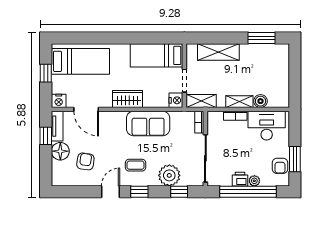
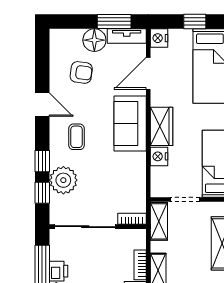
nightstand: (176, 100) -> (159, 156), moved, turned 90
sofa: (148, 123) -> (130, 124), moved
window: (46, 136) -> (114, 21), width x1.50
window: (139, 192) -> (42, 161), moved

